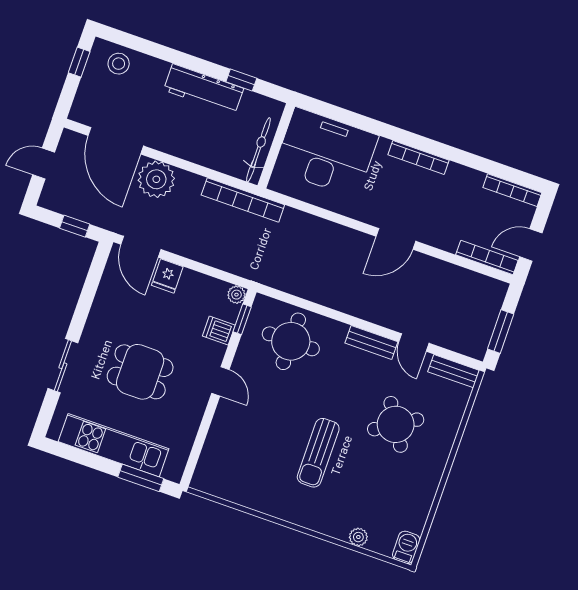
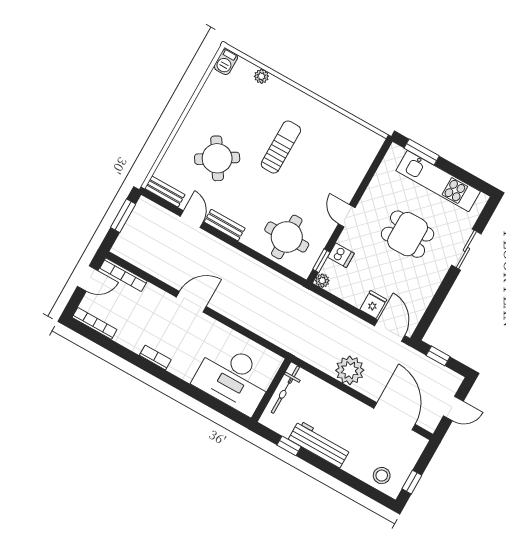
bookcase: (419, 158) -> (155, 357), width x0.64
plant: (156, 179) -> (350, 370), moved
bookcase: (243, 200) -> (304, 353), removed

